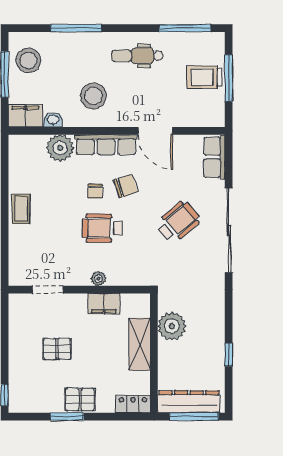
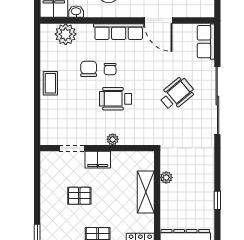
plant: (60, 148) -> (66, 34), moved
chair: (126, 186) -> (89, 69), moved, turned -72
filing cabinet: (104, 304) -> (98, 160), moved
plant: (172, 326) -> (166, 177), width x0.53, depth x0.53

